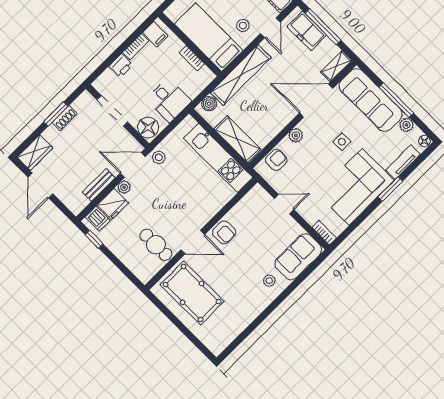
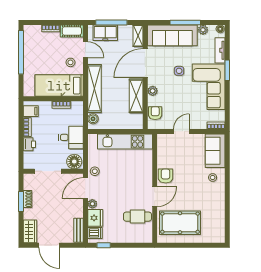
shelving: (237, 139) -> (136, 96), moved, turned 90
bench: (99, 185) -> (79, 230), moved
armchair: (224, 232) -> (166, 176), turned -90

